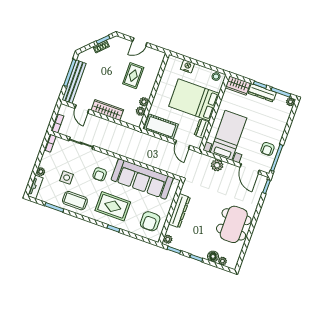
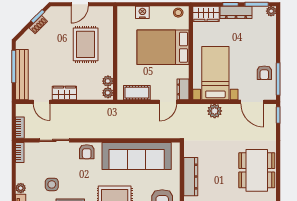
rug: (133, 76) -> (86, 44), width x1.36, depth x1.43
plant: (144, 102) -> (108, 93), moved
wardrobe: (107, 110) -> (64, 93), width x0.67
cot: (161, 127) -> (137, 93), width x0.73, depth x0.75
dresser: (202, 129) -> (183, 89), moved
door: (182, 145) -> (168, 102), hinge flipped
armchair: (100, 174) -> (87, 152), moved

